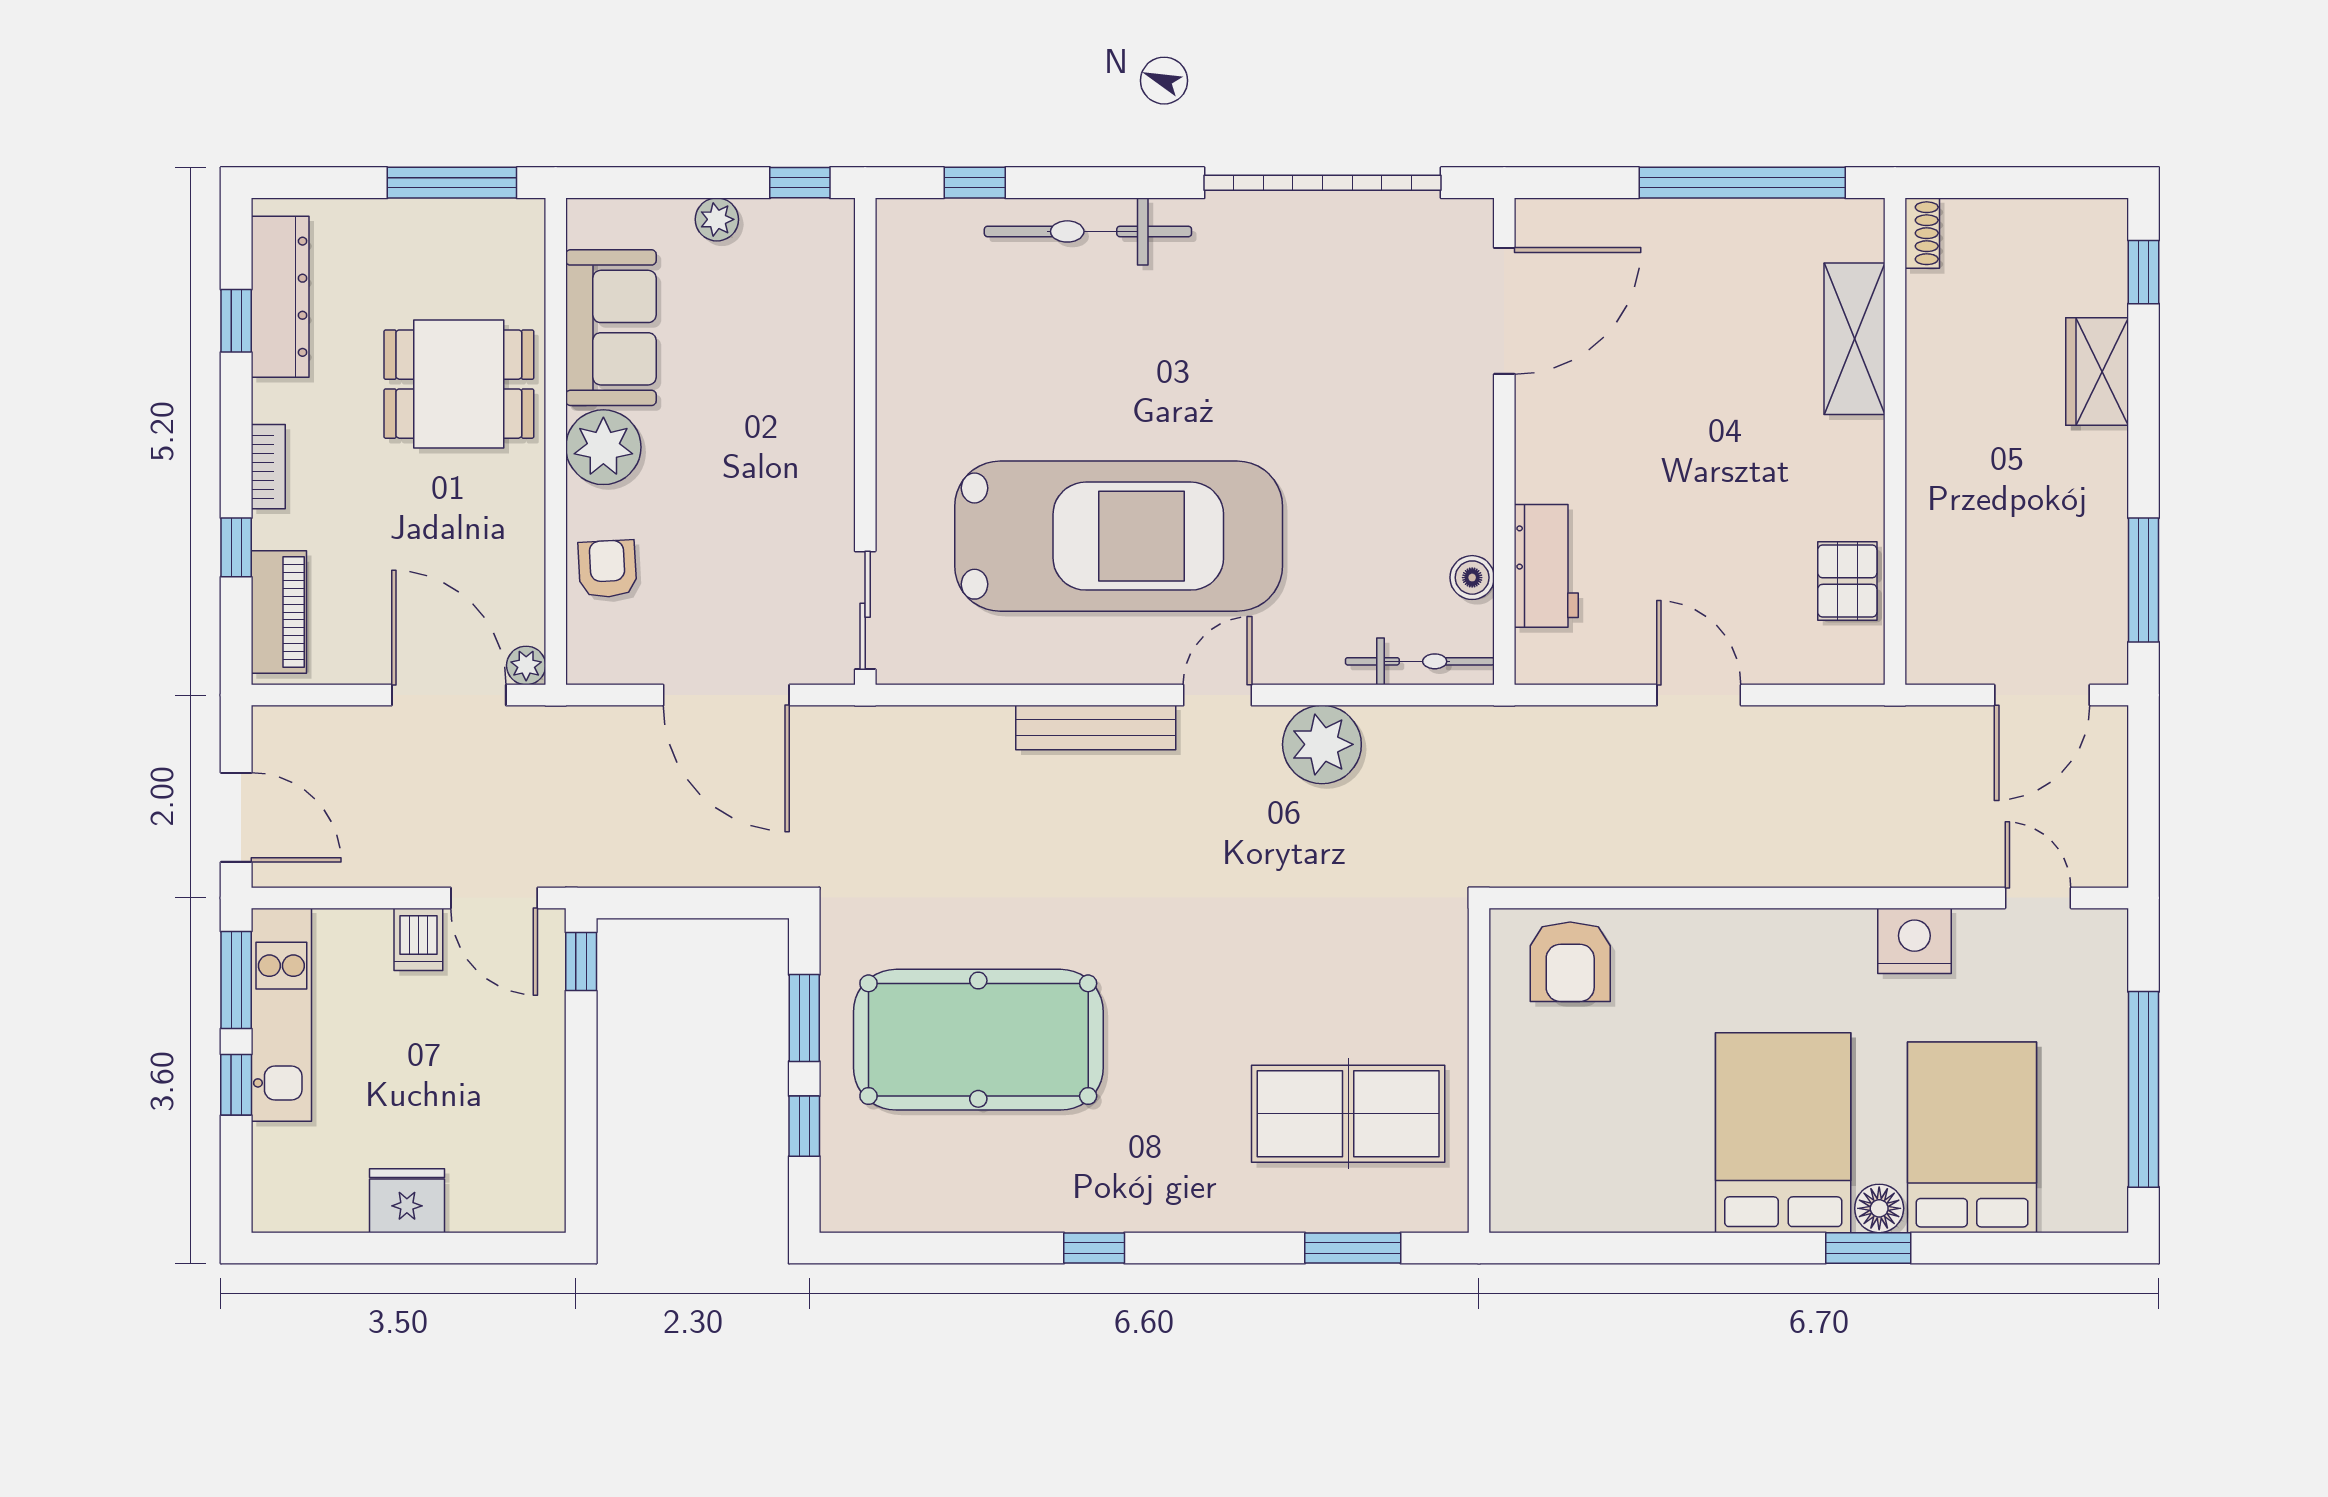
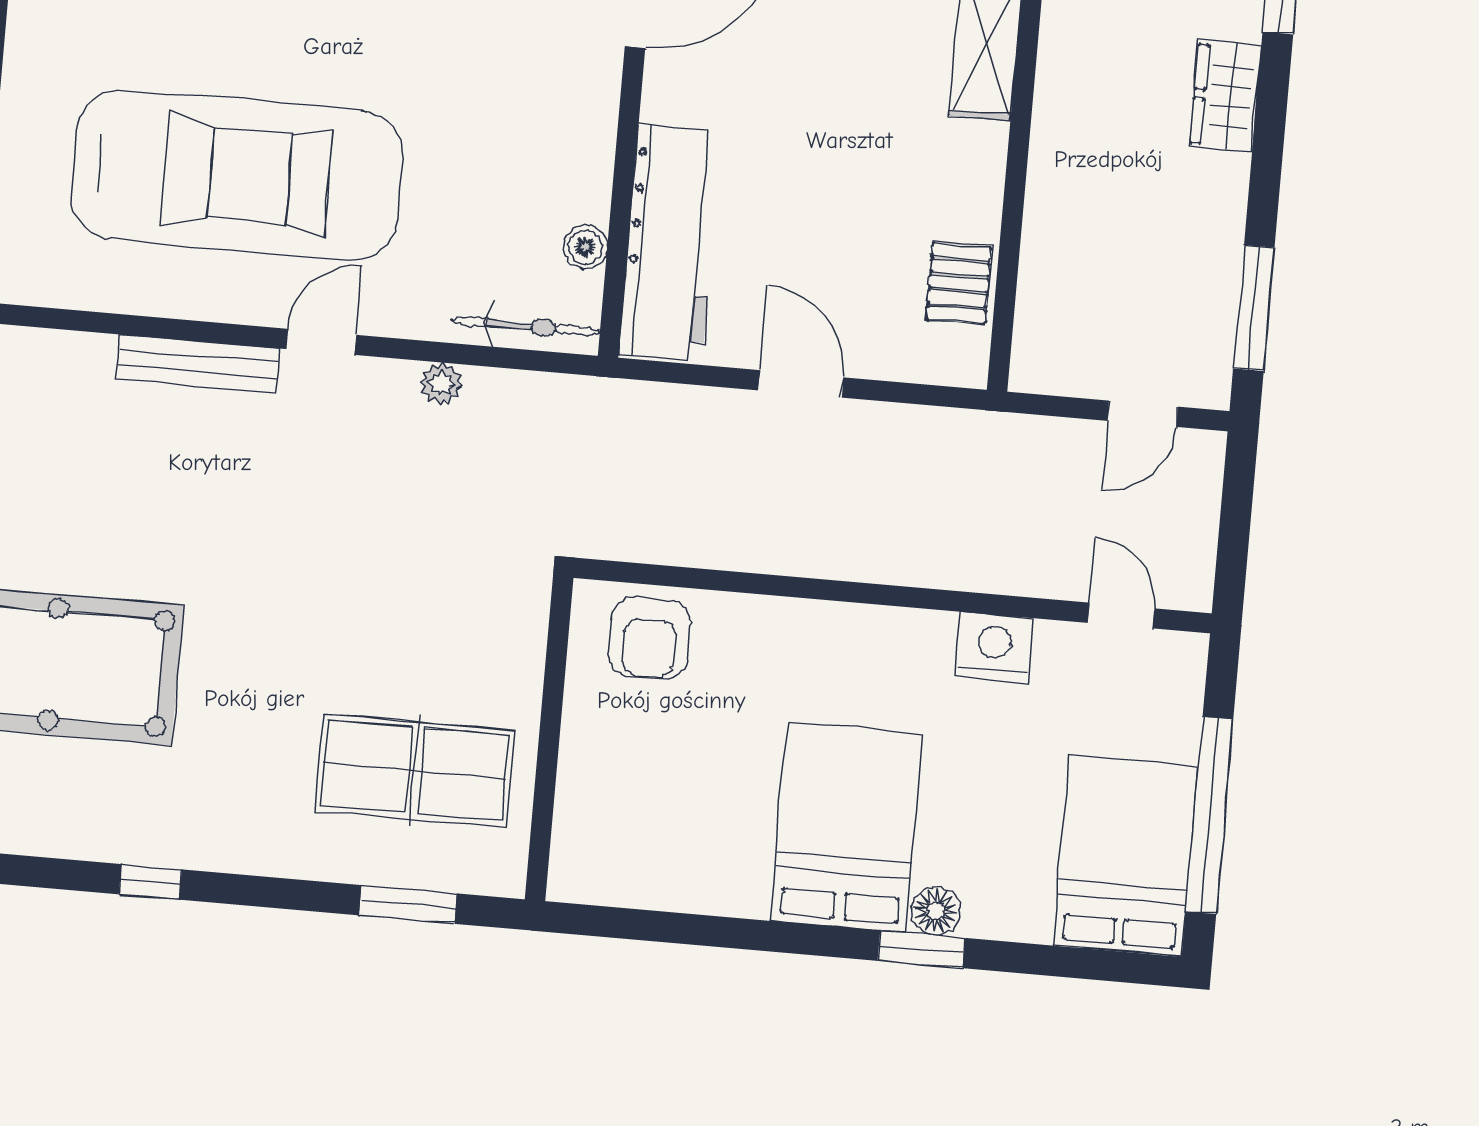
workbench: (1546, 566) -> (670, 243), width x1.88, depth x1.32
door: (2042, 695) -> (1143, 414), width x0.73
plant: (1322, 744) -> (441, 384), width x0.53, depth x0.53
bed: (1972, 1137) -> (1126, 856), moved

